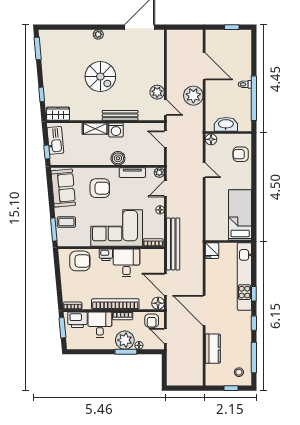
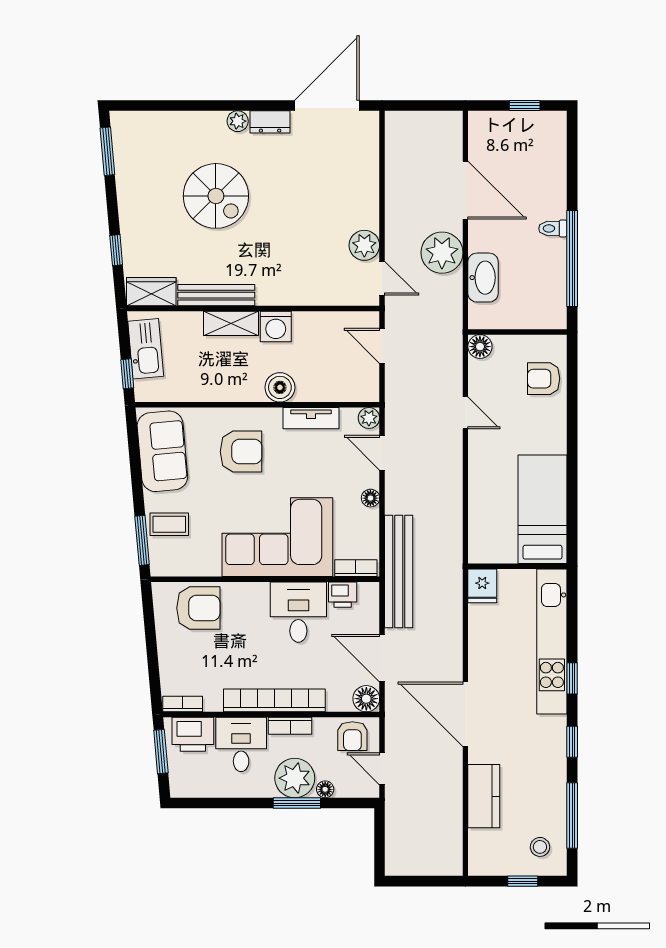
dresser: (113, 35) -> (270, 122), added
spiral stairs: (100, 77) -> (216, 196), moved
bench: (120, 115) -> (216, 295), moved
washbasin: (226, 124) -> (483, 278), moved, turned 90
door: (165, 189) -> (382, 453), hinge flipped
printer: (106, 255) -> (343, 595), moved

